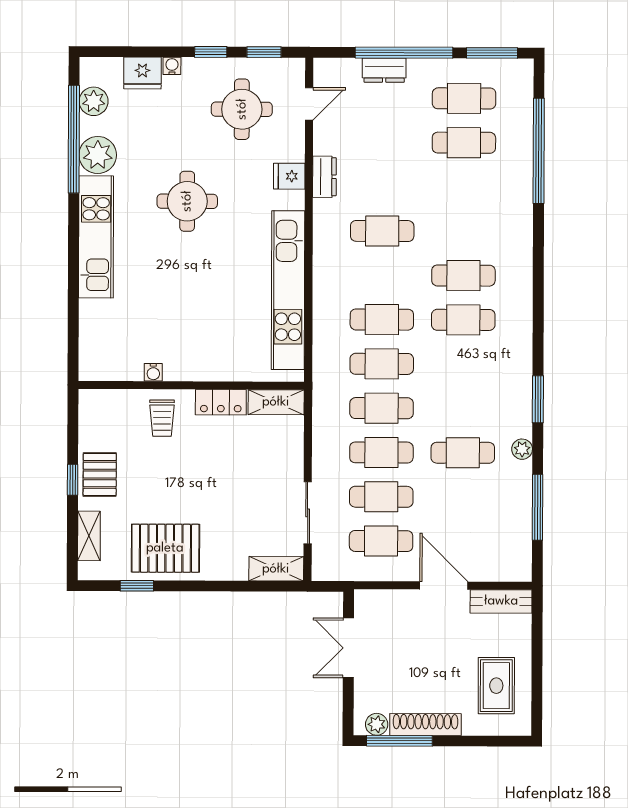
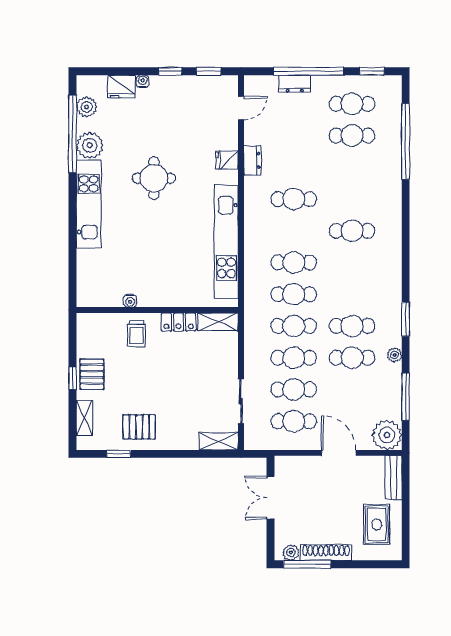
window: (492, 53) -> (372, 71), width x0.67
round table: (242, 109) -> (193, 112), removed
cafe table: (463, 320) -> (352, 326), moved
pallet: (165, 548) -> (139, 427), width x0.67, depth x0.71
plant: (511, 561) -> (387, 435), added
bench: (501, 601) -> (393, 478), moved, turned 90

